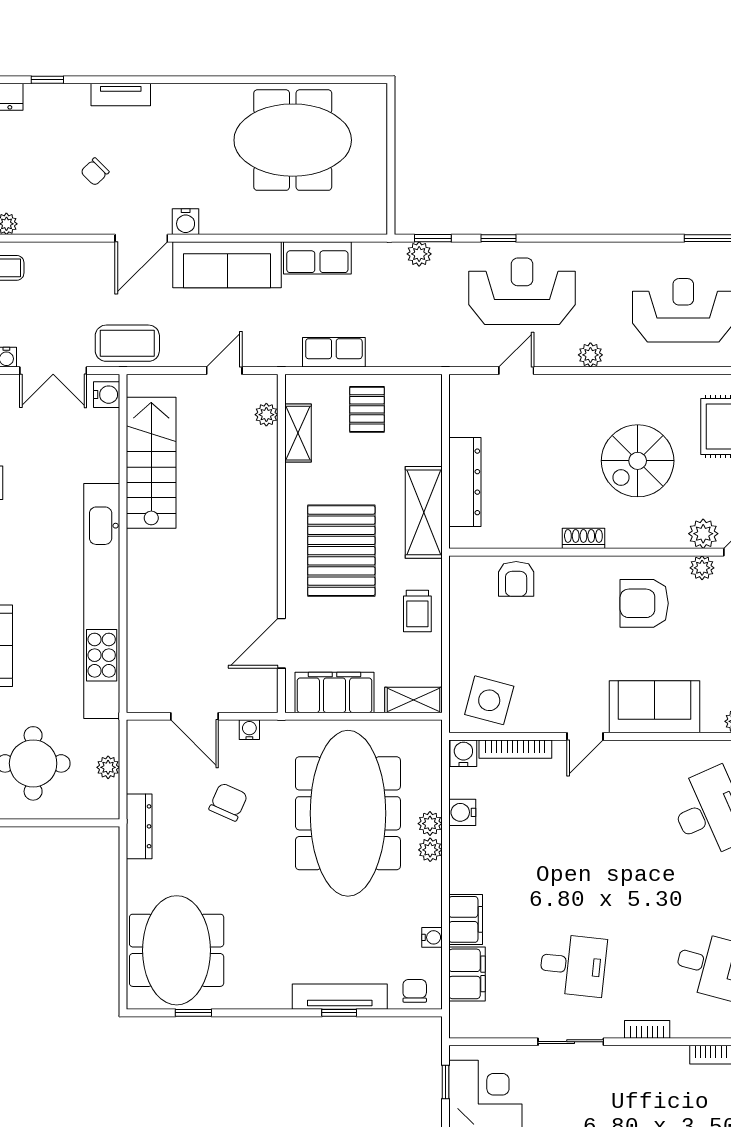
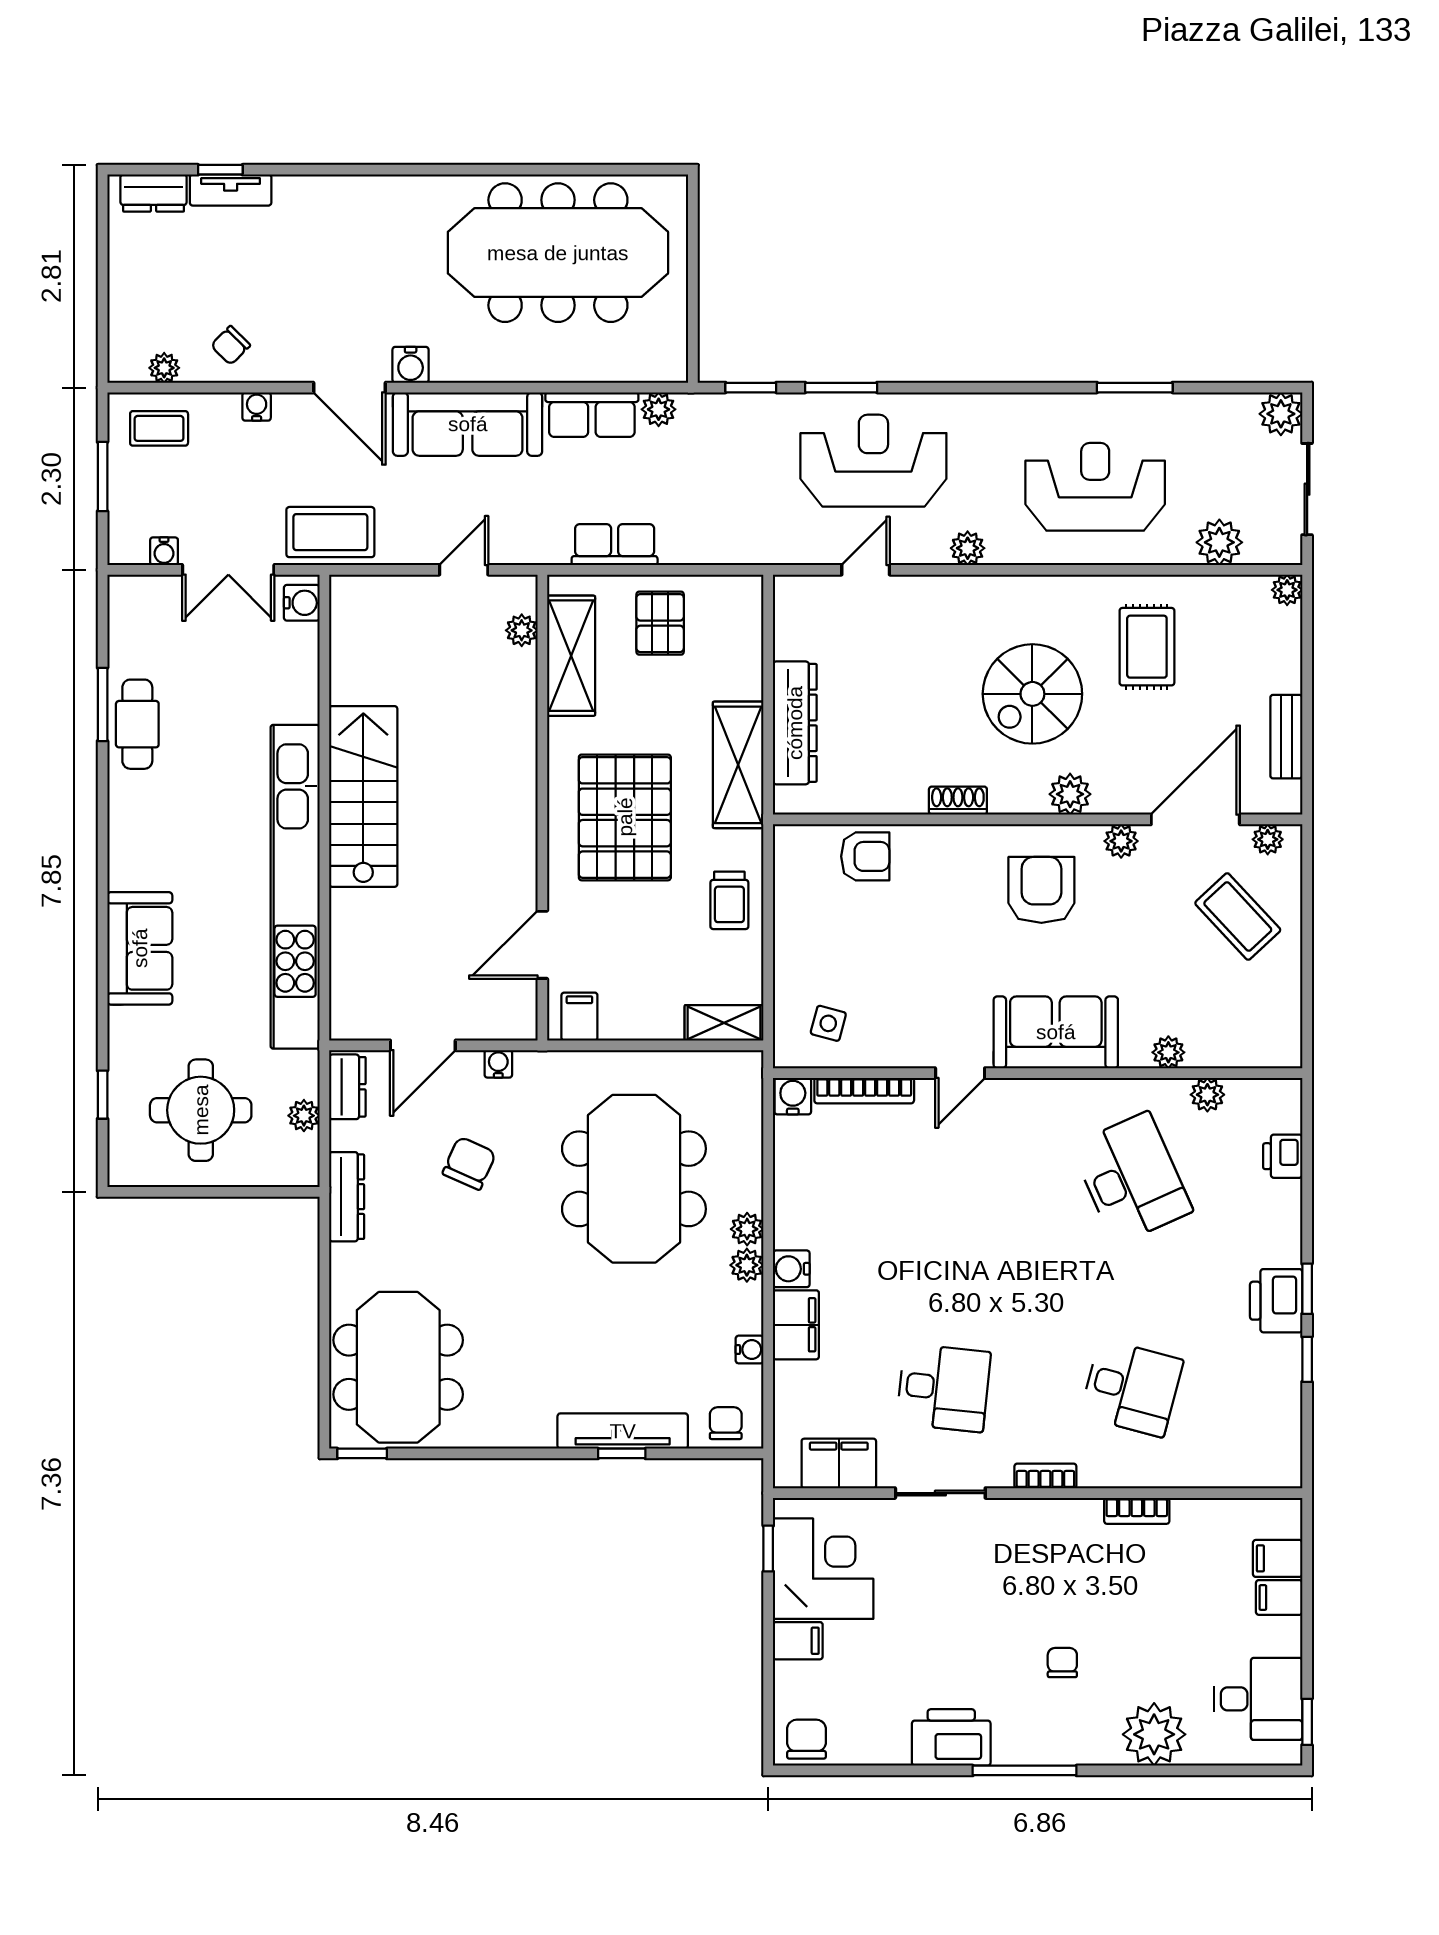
tv unit: (121, 95) -> (231, 190), moved
meeting table: (293, 140) -> (558, 253), width x1.36
chair: (95, 172) -> (231, 345), moved
door: (141, 238) -> (350, 388), hinge flipped
window: (499, 238) -> (841, 388), width x1.50
water cooler: (74, 252) -> (257, 407), added
plant: (419, 254) -> (659, 409), moved
shelving: (298, 433) -> (571, 656), width x1.50, depth x1.33
stairs: (151, 463) -> (363, 796), moved
plant: (703, 534) -> (1070, 794), moved
armchair: (516, 579) -> (865, 856), turned -90
armchair: (644, 603) -> (1041, 890), turned 90
filing cabinet: (335, 692) -> (579, 1017), width x0.33, depth x0.86
side table: (489, 700) -> (828, 1023), width x0.54, depth x0.54
door: (194, 716) -> (423, 1045), hinge flipped
dresser: (140, 746) -> (347, 1087), added
water cooler: (462, 812) -> (791, 1269), moved
meeting table: (348, 813) -> (634, 1179), width x0.73
plant: (430, 824) -> (747, 1265), moved
filing cabinet: (467, 974) -> (839, 1463), moved, turned -90
window: (193, 1013) -> (362, 1453), moved

